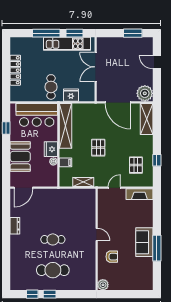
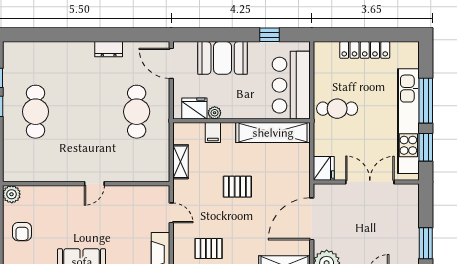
kitchen unit: (67, 44) -> (408, 121), width x1.36
fridge: (71, 95) -> (324, 168), moved
fridge: (51, 149) -> (194, 108), moved
cafe table: (53, 239) -> (137, 112), moved, width x1.37, depth x1.35
armchair: (112, 257) -> (22, 232), moved

